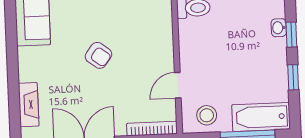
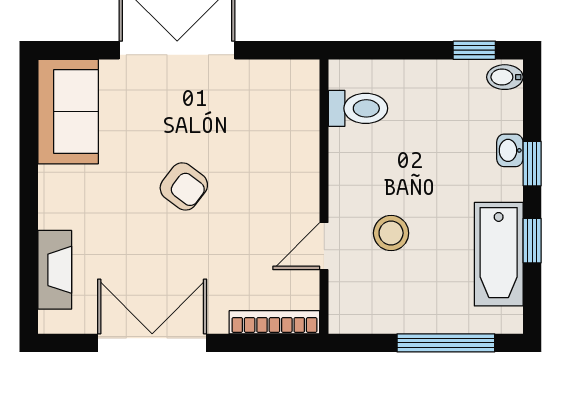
stool: (207, 115) -> (391, 233), moved
bathtub: (261, 117) -> (499, 254), moved, turned -90

